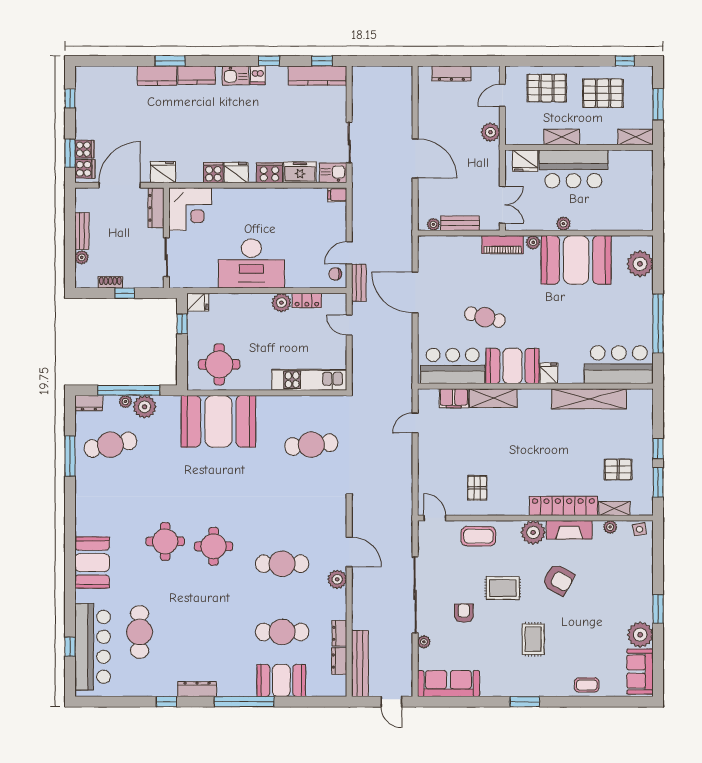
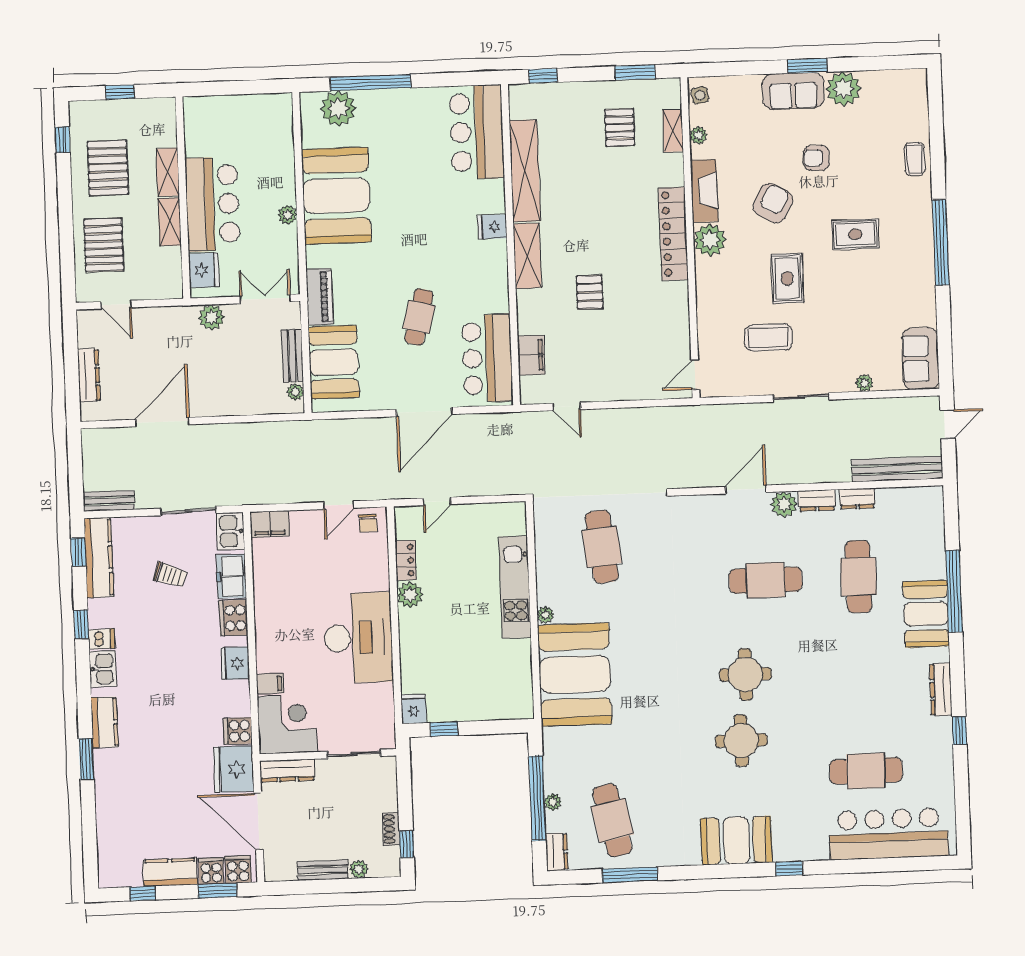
kitchen counter: (157, 76) -> (170, 872), moved, turned -90
window: (658, 104) -> (120, 92), width x0.67
trolley: (303, 128) -> (170, 575), added
plant: (490, 132) -> (211, 317), moved
shelving: (636, 137) -> (168, 172), moved
door: (415, 158) -> (162, 422), moved
fridge: (163, 172) -> (234, 769), width x1.36, depth x1.34
cooker: (213, 173) -> (238, 731), moved
filing cabinet: (337, 195) -> (270, 524), width x2.00
filing cabinet: (220, 198) -> (270, 684), added
plant: (533, 242) -> (315, 255), removed
door: (349, 253) -> (339, 505), hinge flipped
bench: (359, 283) -> (109, 501), moved
window: (125, 293) -> (407, 844), moved
door: (415, 293) -> (424, 412), moved
window: (658, 323) -> (370, 83), moved
round table: (219, 364) -> (497, 676), removed
booth: (512, 366) -> (334, 362), moved
kitchen unit: (309, 380) -> (515, 587), moved
shelving: (493, 398) -> (527, 256), moved
plant: (145, 407) -> (545, 615), moved, width x0.53, depth x0.53
window: (658, 449) -> (543, 76), moved
pallet: (477, 488) -> (590, 292), moved, turned 90
locker: (563, 506) -> (673, 234), moved
coffee table: (478, 536) -> (768, 337), moved, turned 90
booth: (92, 563) -> (736, 840), moved
cafe table: (282, 564) -> (766, 580), turned 90
sliding door: (415, 595) -> (801, 397), width x0.54
armchair: (464, 613) -> (816, 158), moved
window: (70, 647) -> (789, 869), moved
dresser: (339, 661) -> (817, 500), moved
sofa: (640, 672) -> (793, 91), moved
booth: (281, 681) -> (926, 614), moved
sofa: (448, 684) -> (920, 358), width x0.73
window: (244, 702) -> (954, 591), moved
window: (525, 702) -> (941, 242), width x2.11

